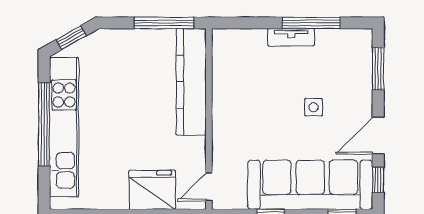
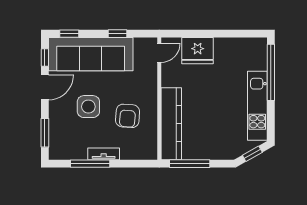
armchair: (256, 94) -> (128, 116), added
side table: (314, 107) -> (88, 107), width x1.87, depth x1.87
window: (44, 124) -> (271, 72), moved
kitchen unit: (64, 127) -> (257, 106), width x0.73

